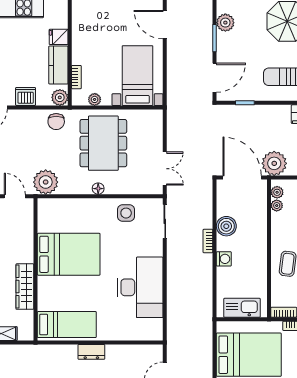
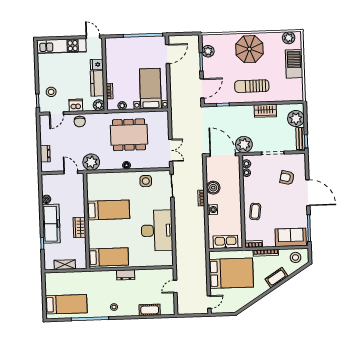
door: (165, 25) -> (168, 54), swing flipped
chair: (56, 122) -> (80, 122), moved
dining table: (103, 143) -> (129, 135), turned 90
bed: (69, 254) -> (108, 210), width x0.67
wardrobe: (25, 287) -> (79, 227), width x0.67

